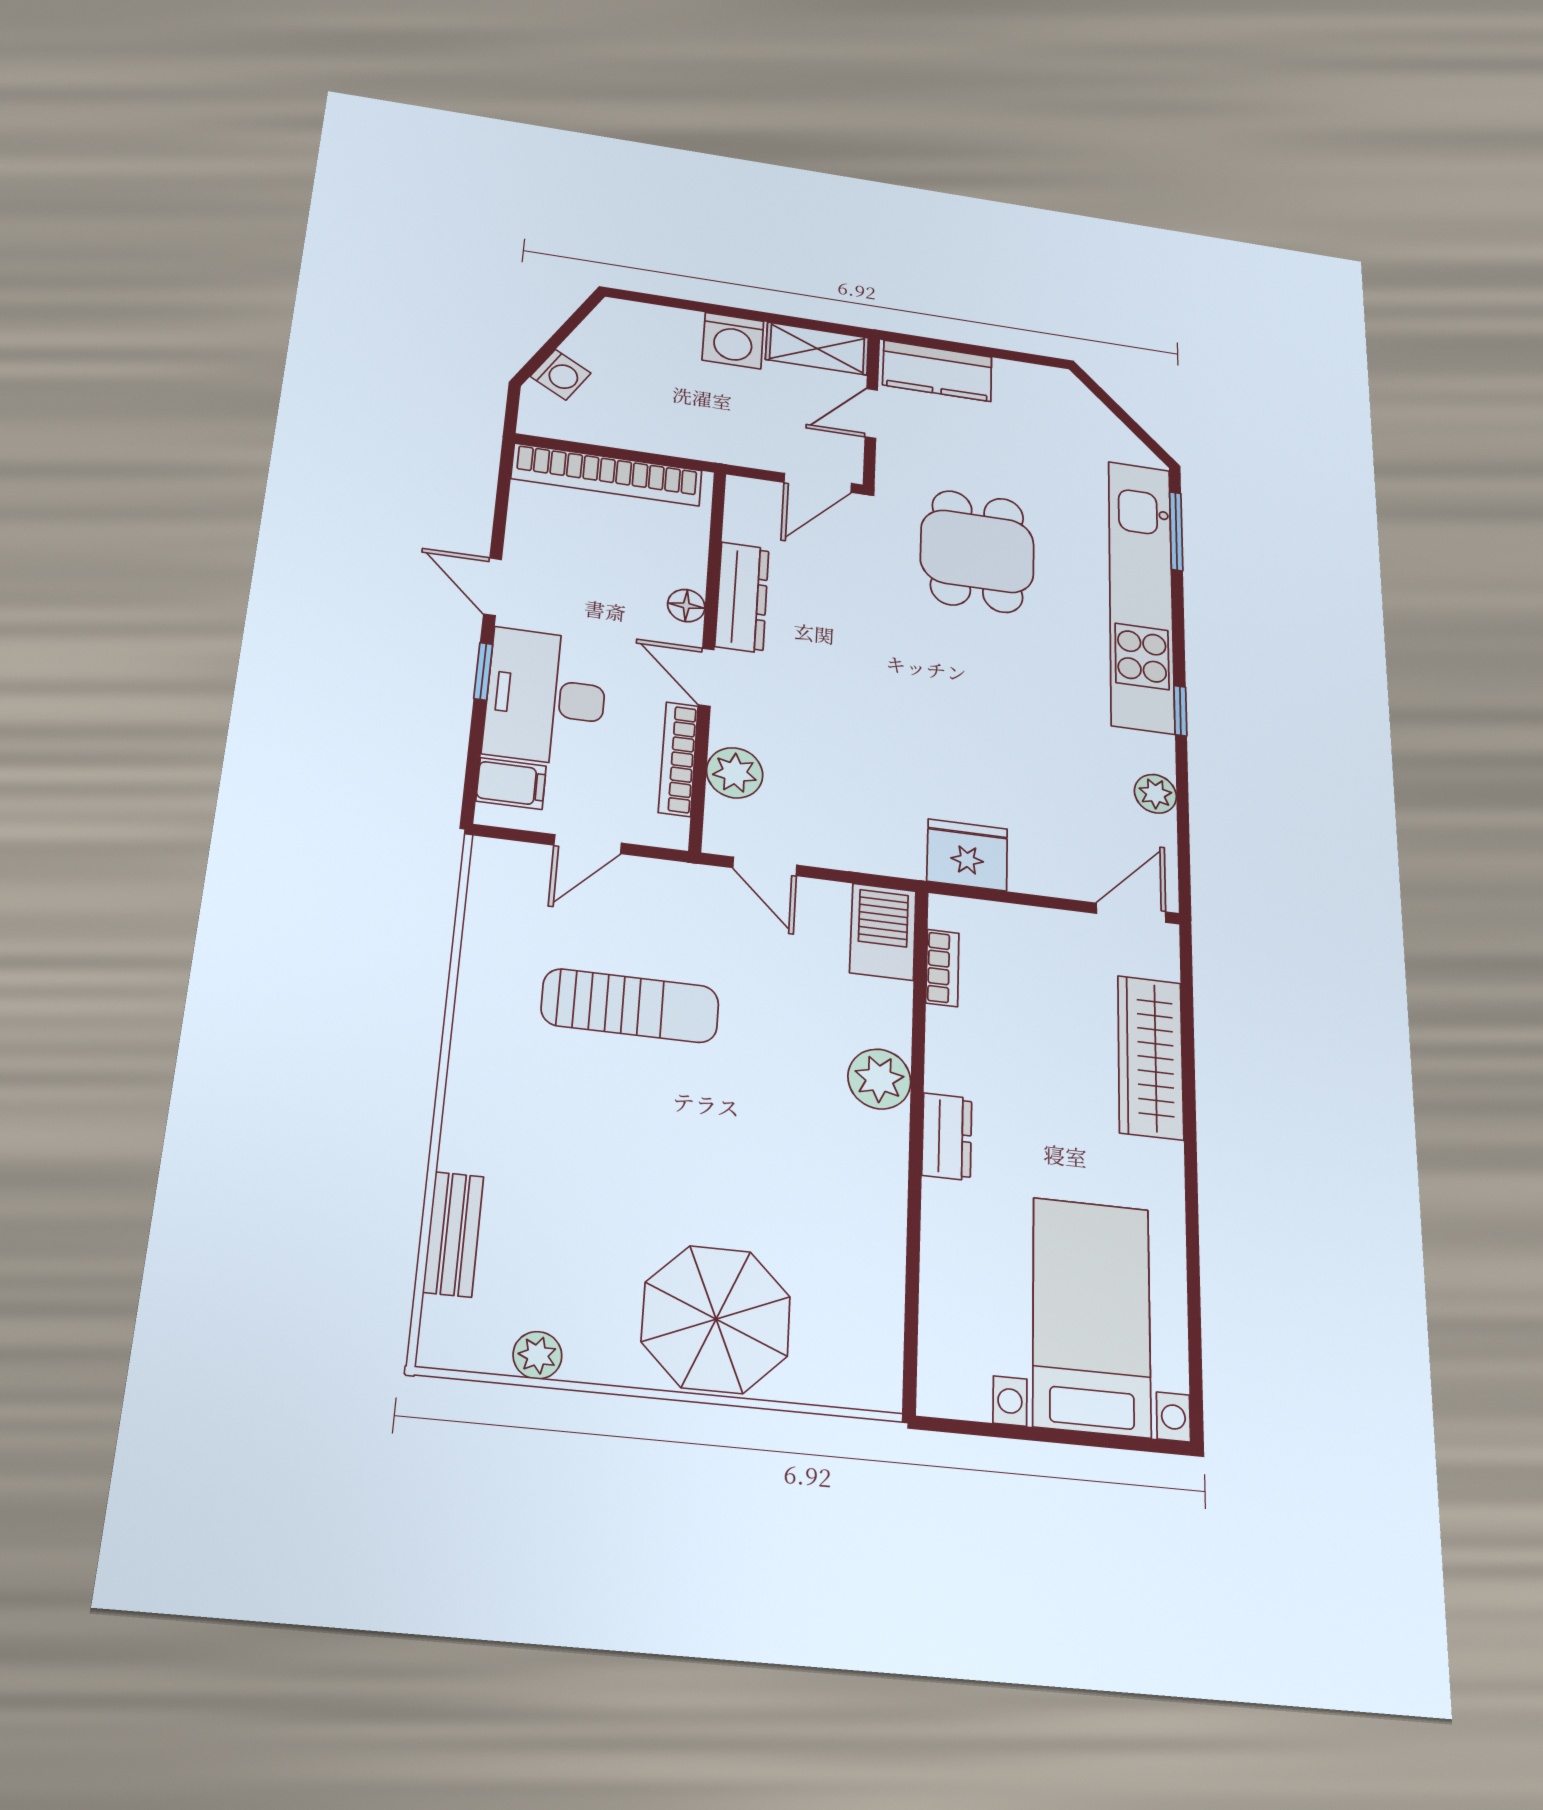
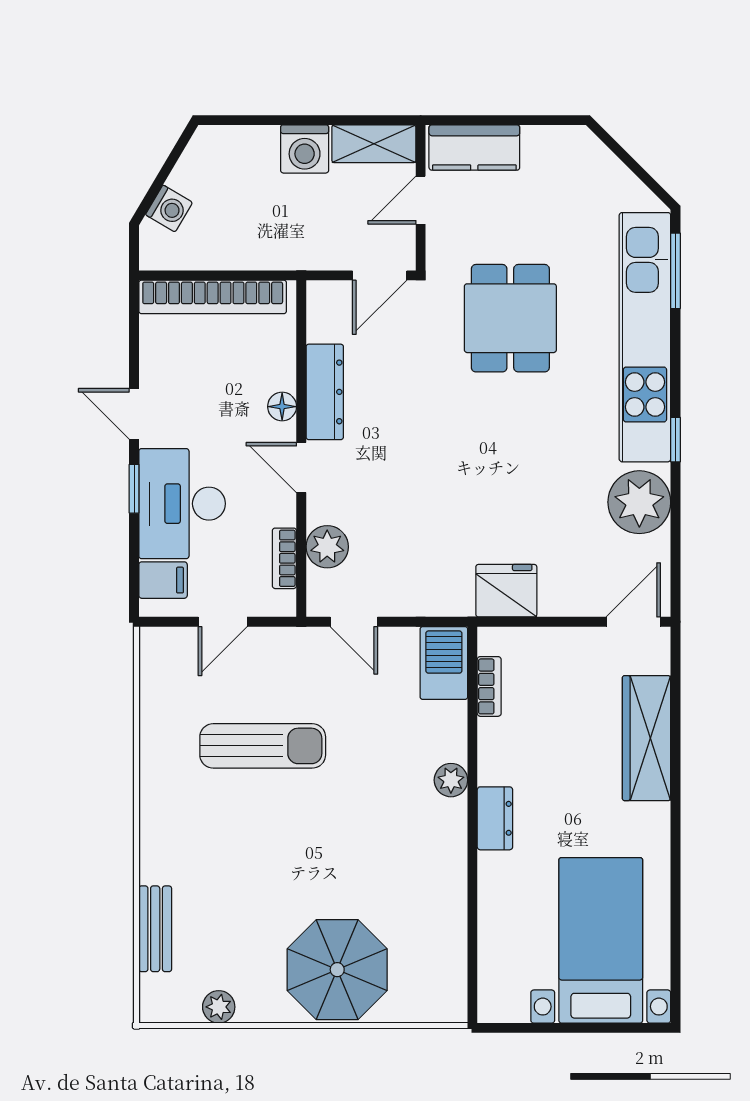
bookcase: (678, 759) -> (284, 558), width x0.64
plant: (1155, 794) -> (639, 502), width x1.88, depth x1.88
plant: (879, 1079) -> (451, 780), width x0.73, depth x0.73

